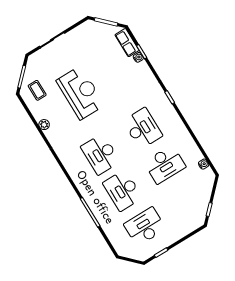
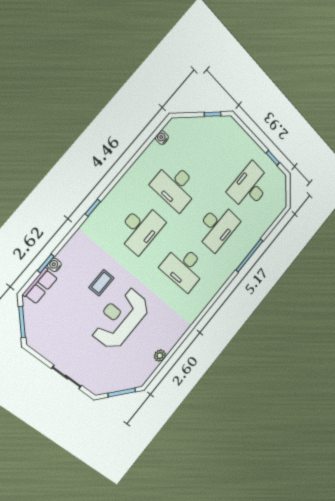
coffee table: (37, 90) -> (101, 283), moved
plant: (44, 125) -> (160, 356), moved
desk: (143, 128) -> (140, 228), turned 180
desk: (100, 154) -> (184, 268), turned 90
desk: (165, 165) -> (175, 186), turned 180
desk: (145, 227) -> (250, 187), turned 90

